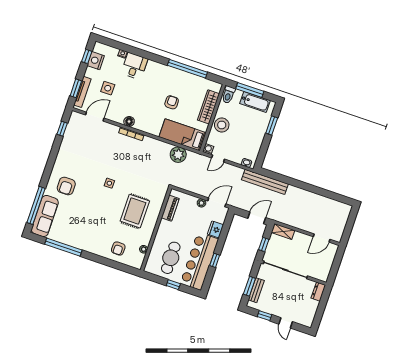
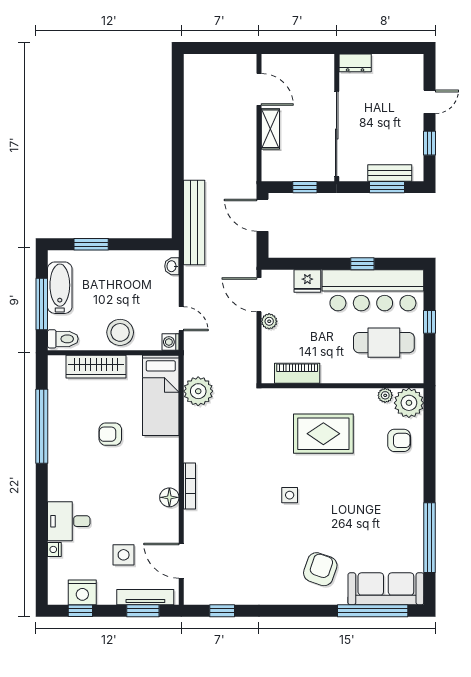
armchair: (66, 186) -> (320, 569), turned -71
shelving: (283, 231) -> (270, 129), moved
plant: (136, 260) -> (409, 403), added

